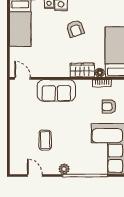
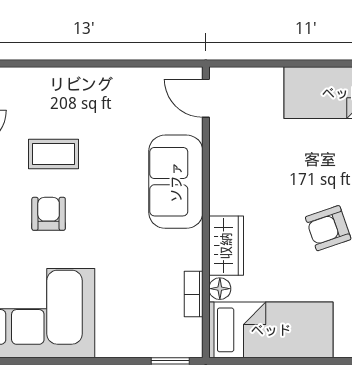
door: (23, 78) -> (206, 98), swing flipped
armchair: (109, 107) -> (49, 214), moved

